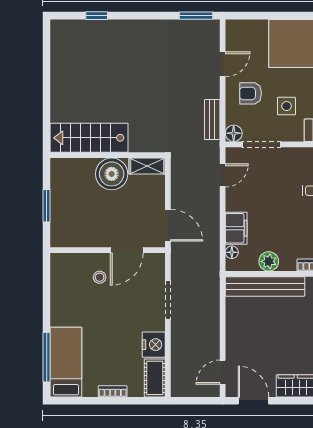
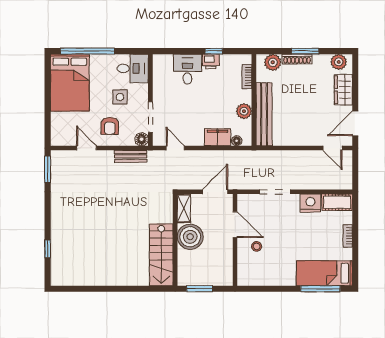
stairs: (89, 138) -> (161, 255), moved
wall: (108, 155) -> (175, 240), moved
shelving: (147, 166) -> (184, 208), moved
boiler: (112, 174) -> (190, 237), moved

